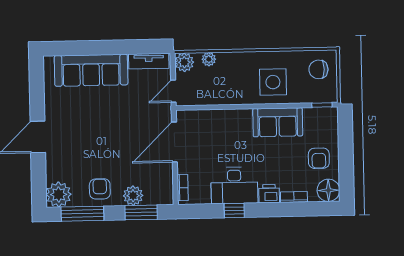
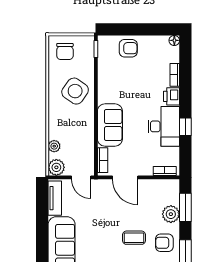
side table: (273, 82) -> (75, 91), turned 35
bookcase: (194, 116) -> (103, 160), added
sofa: (278, 122) -> (110, 125), moved
door: (174, 142) -> (125, 177), width x0.73
coffee table: (105, 154) -> (134, 238), added
armchair: (319, 158) -> (128, 48), moved
floor lamp: (328, 190) -> (174, 40), width x0.53, depth x0.53

